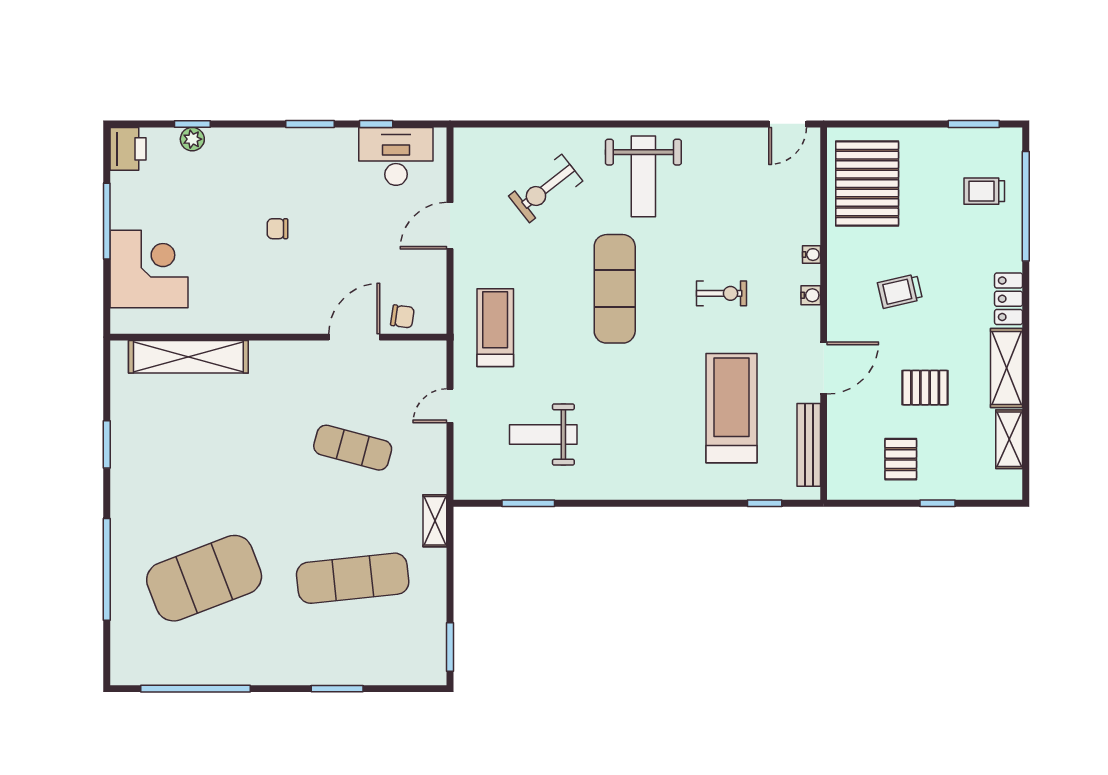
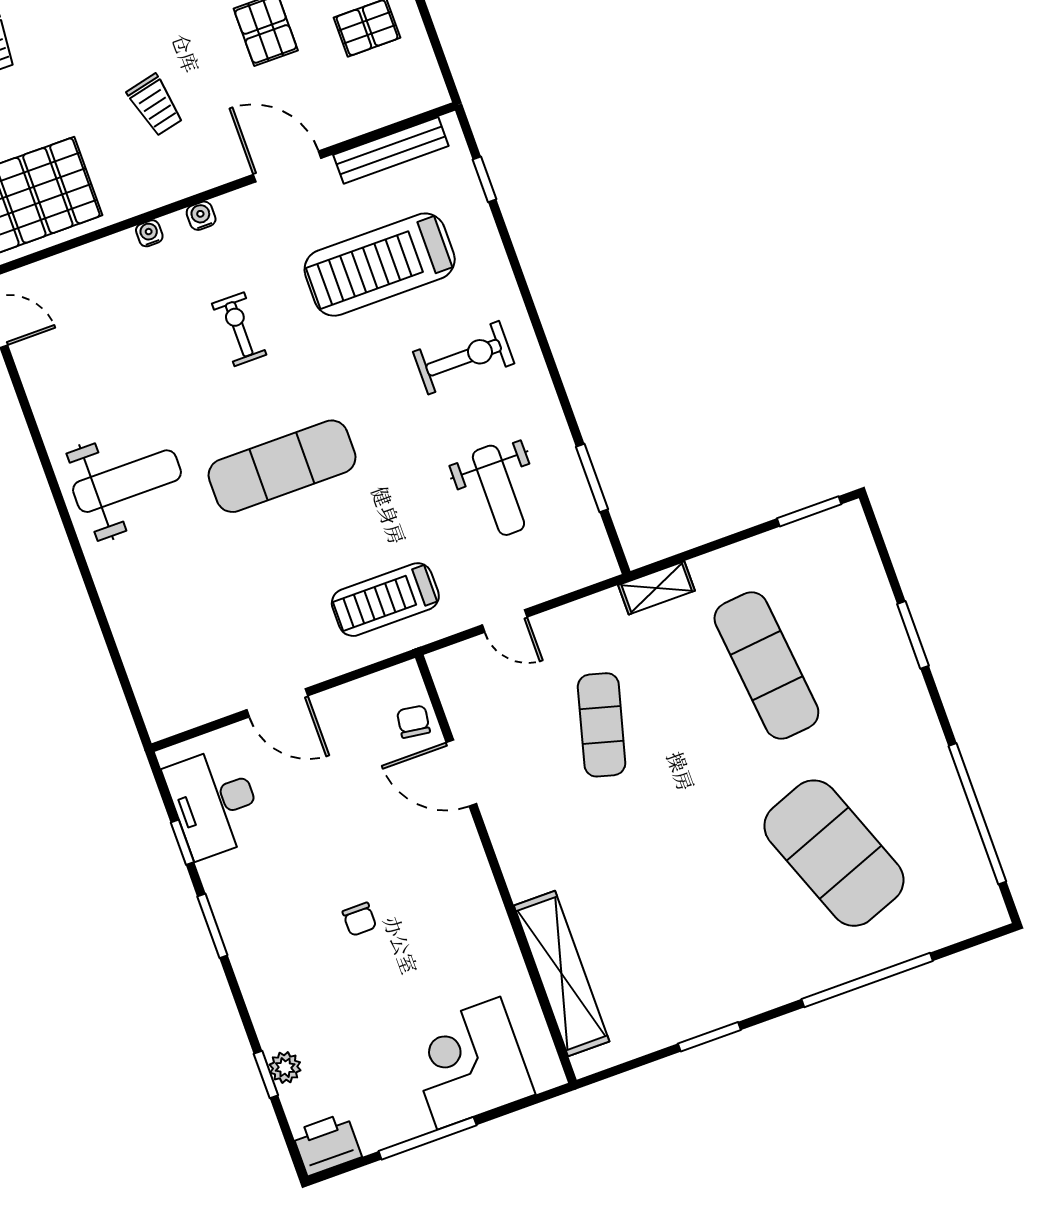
exercise bike: (546, 188) -> (464, 358), moved, turned -52

